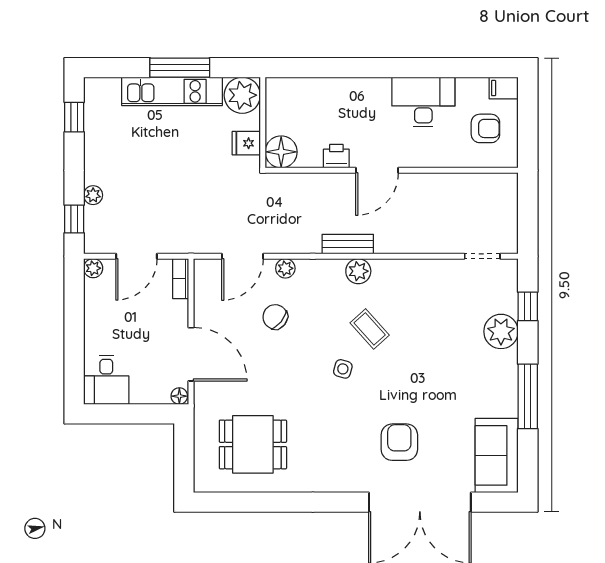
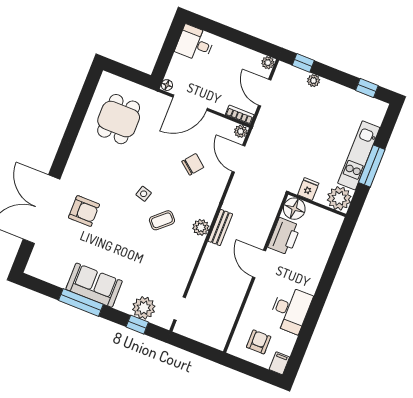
armchair: (485, 128) -> (259, 342), turned 180
printer: (336, 156) -> (284, 236), width x1.87, depth x1.48
plant: (285, 268) -> (241, 131), moved
plant: (501, 331) -> (144, 308), moved
sofa: (497, 455) -> (94, 285), moved

